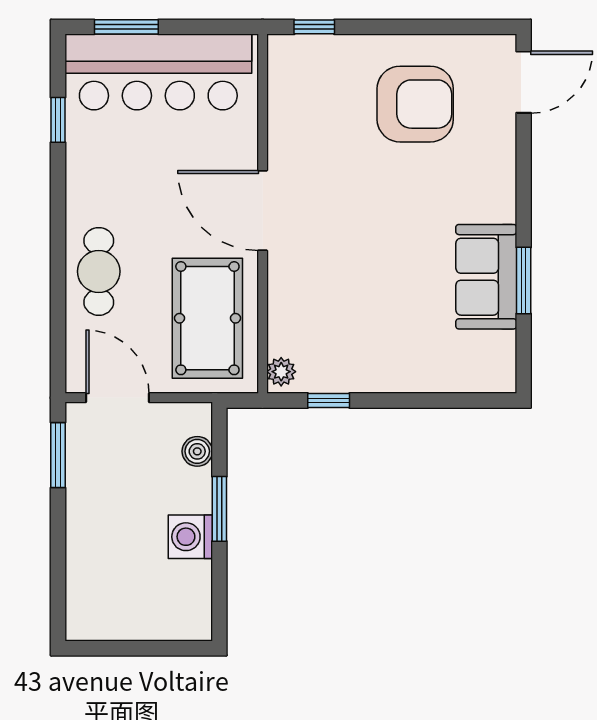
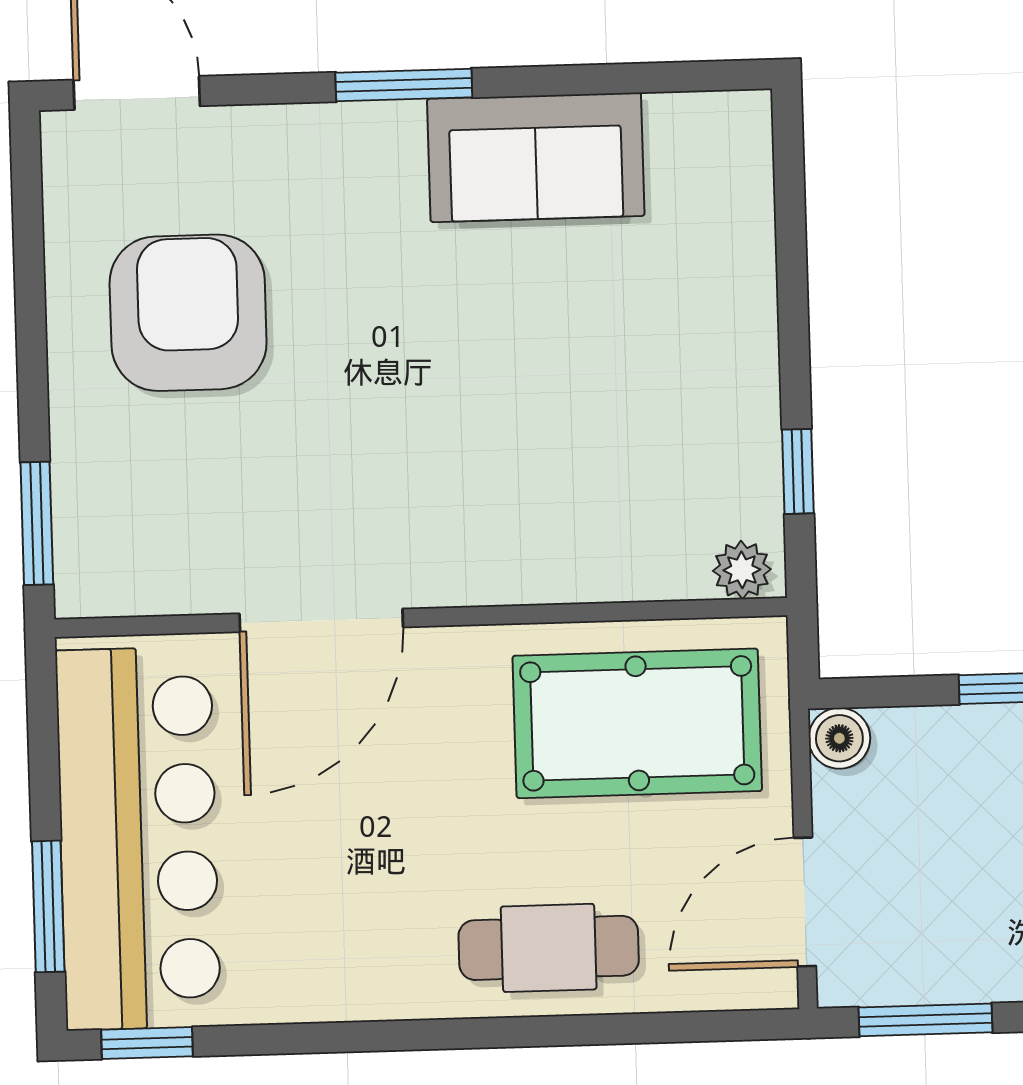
window: (314, 27) -> (37, 523), width x1.50
window: (58, 120) -> (147, 1043), moved
door: (263, 210) -> (321, 620), moved
window: (524, 280) -> (404, 85), moved
boiler: (197, 451) -> (839, 738), moved

